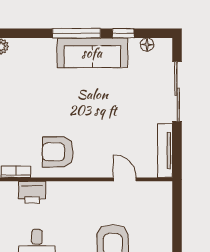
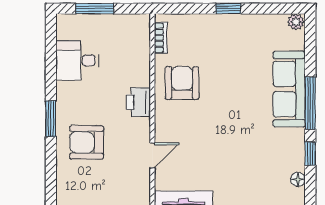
sofa: (92, 53) -> (289, 89), moved
printer: (32, 192) -> (138, 102), moved

